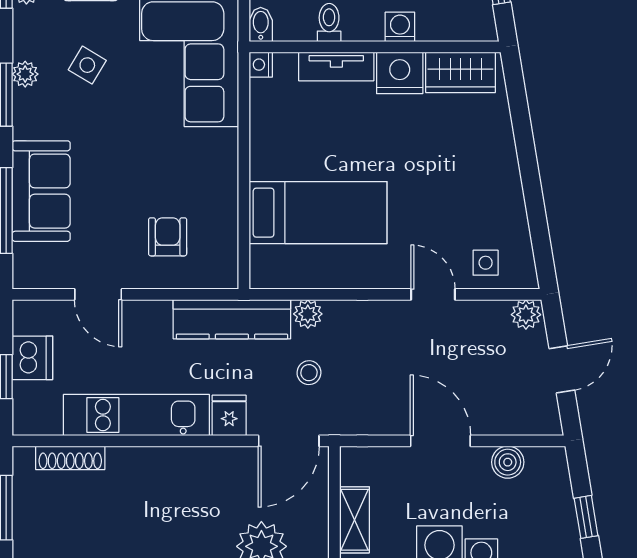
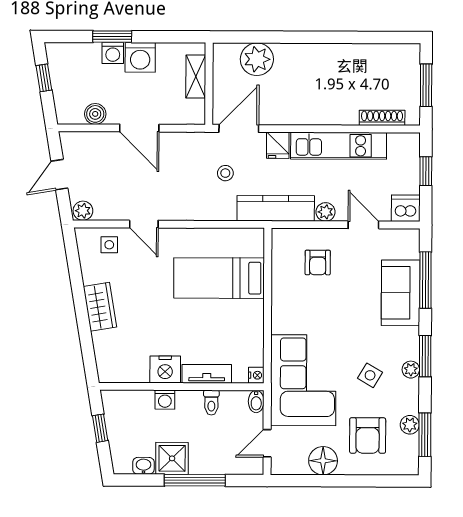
wardrobe: (460, 72) -> (100, 307), moved, turned 81
plant: (308, 314) -> (326, 212), moved
dishwasher: (32, 358) -> (406, 208), moved, turned 90

